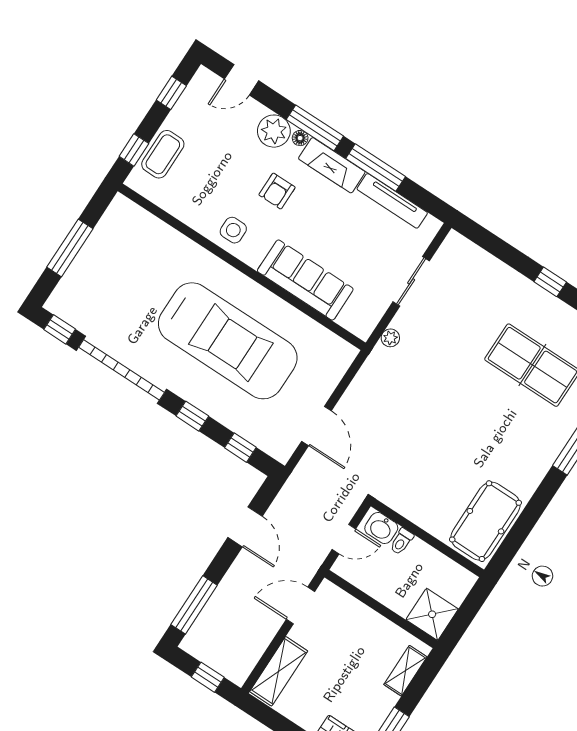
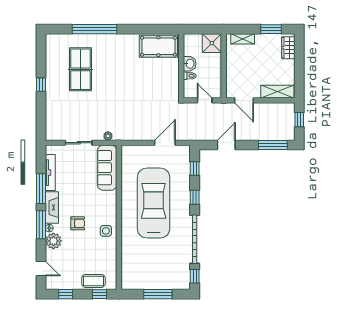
sofa: (305, 280) -> (107, 168), moved
washbasin: (381, 528) -> (190, 64), moved

